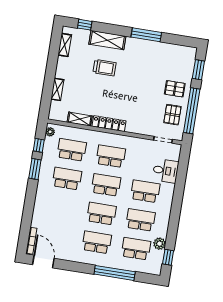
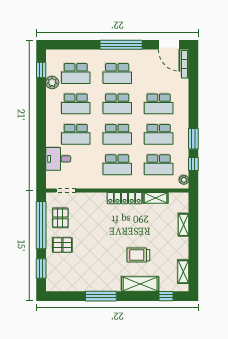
school desk: (62, 207) -> (159, 104), added
window: (115, 273) -> (121, 45), moved

